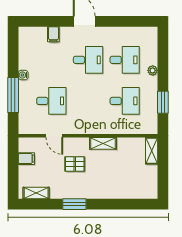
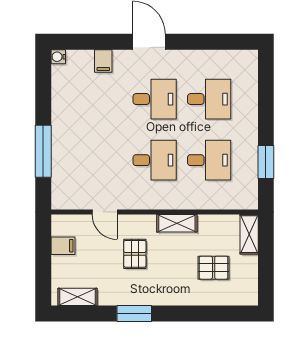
plant: (153, 70) -> (250, 115), removed
water cooler: (23, 75) -> (58, 57), moved
desk: (51, 101) -> (155, 160), moved
pallet: (75, 164) -> (135, 254), turned 90
pallet: (128, 173) -> (214, 268), added

